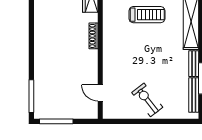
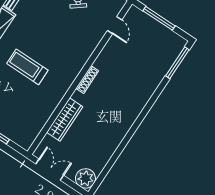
window: (56, 121) -> (159, 18), moved

